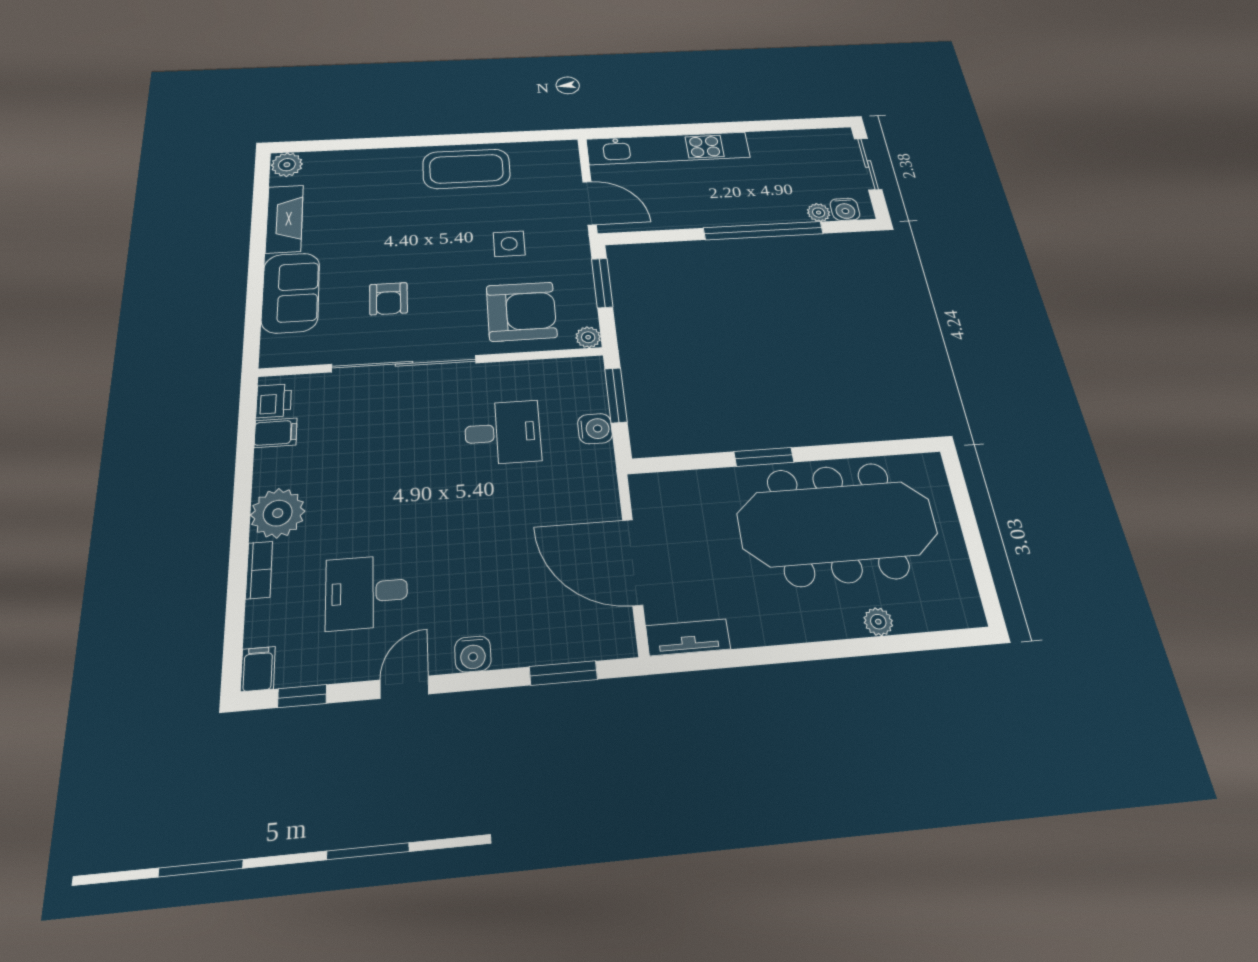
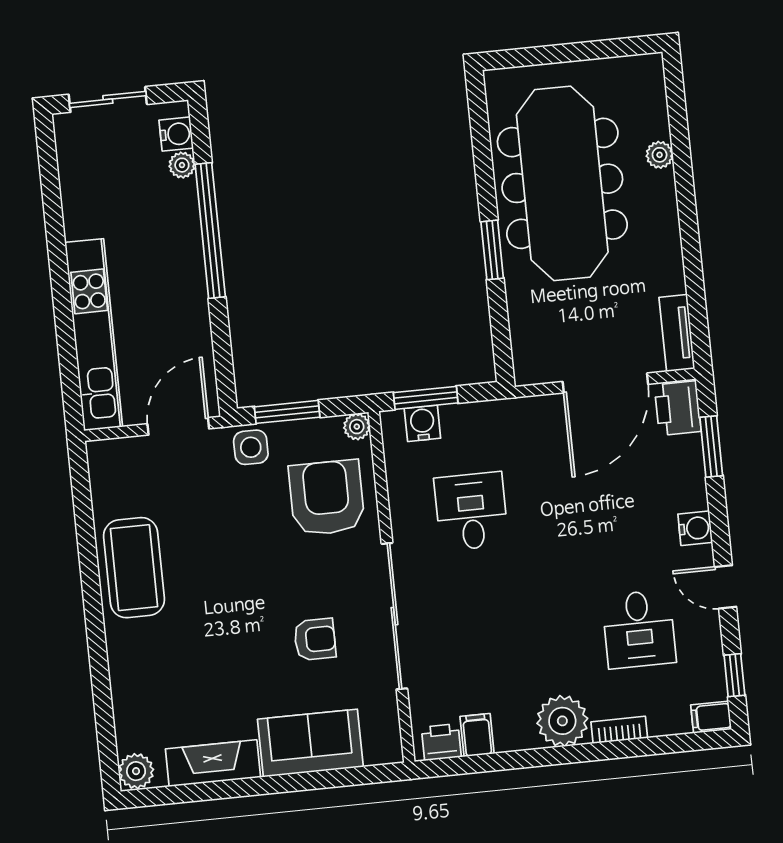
side table: (509, 244) -> (251, 447), moved
water cooler: (595, 429) -> (422, 423), moved
printer: (606, 637) -> (678, 408), added

